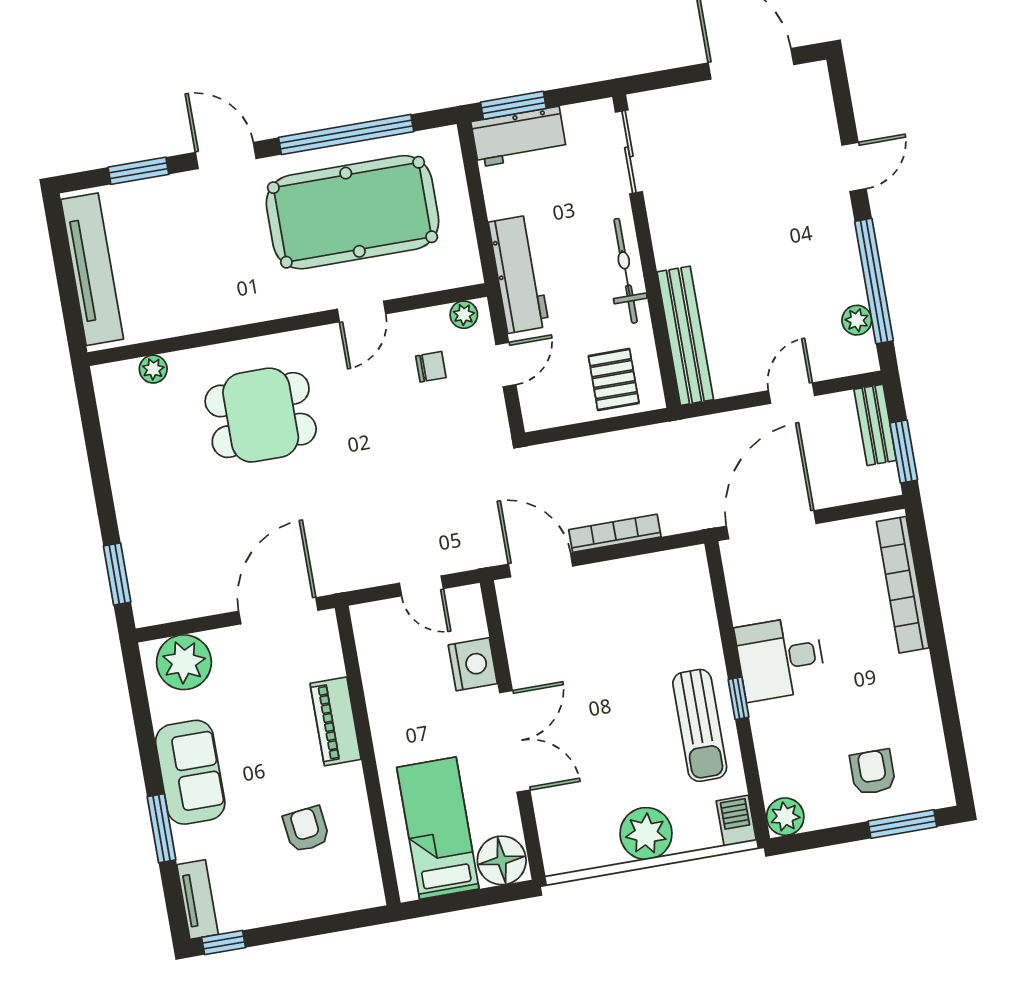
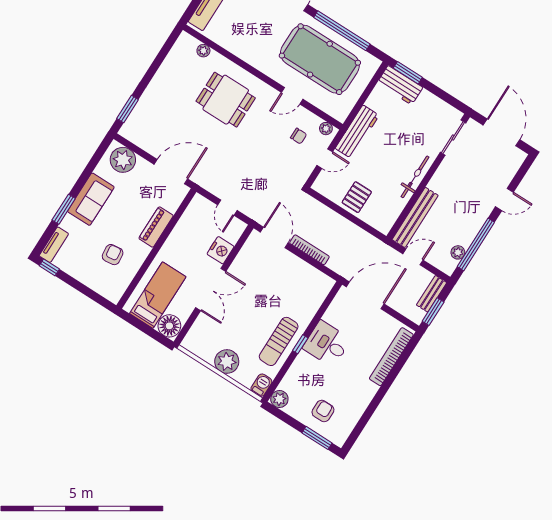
sliding door: (629, 152) -> (453, 137), moved
wall: (646, 251) -> (428, 177), moved
bicycle: (626, 271) -> (415, 177), moved
bench: (685, 336) -> (415, 217), moved

